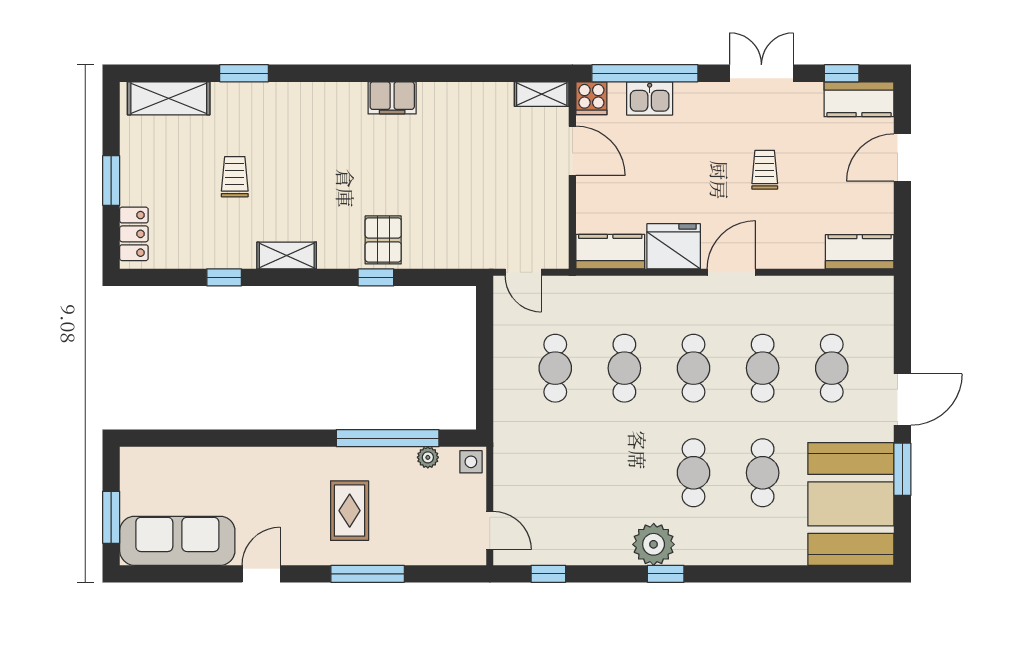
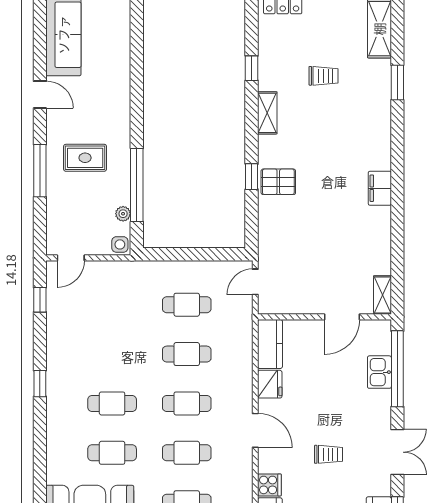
cooker: (591, 98) -> (269, 485), moved, turned 180
fridge: (674, 246) -> (270, 384), width x0.73, depth x0.75
plant: (654, 544) -> (61, 375), removed

